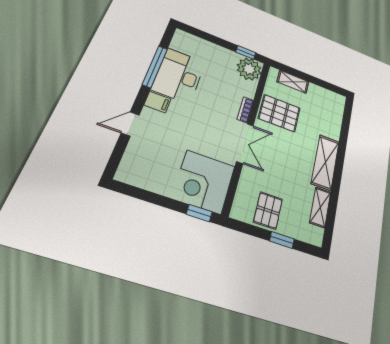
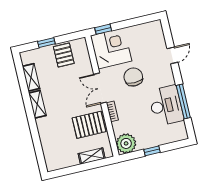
window: (246, 52) -> (152, 151), moved
filing cabinet: (158, 102) -> (167, 79), removed
chair: (197, 131) -> (133, 77), added
shelving: (325, 162) -> (37, 104), width x0.67, depth x0.75

